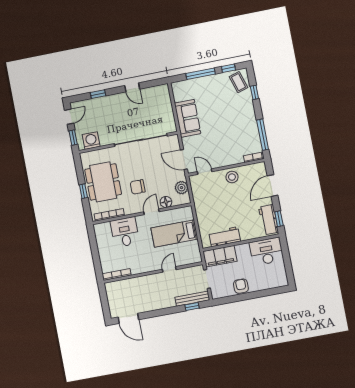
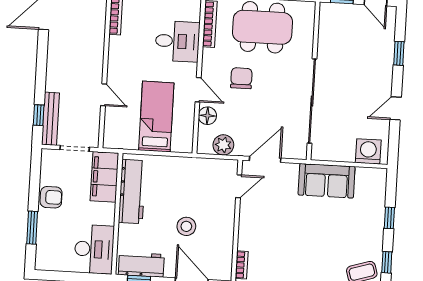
window: (201, 74) -> (389, 218), width x0.46
washing machine: (91, 141) -> (368, 151), moved, turned -90
stool: (232, 177) -> (186, 226), moved
workbench: (225, 237) -> (132, 192), width x1.37
window: (263, 293) -> (32, 228), added

